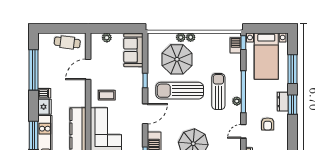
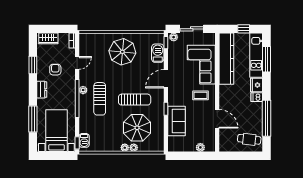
cafe table: (67, 42) -> (249, 139), moved
sofa: (133, 50) -> (176, 121), moved
door: (88, 69) -> (217, 119), hinge flipped
sun lounger: (180, 91) -> (135, 100), width x0.73, depth x0.75
window: (292, 105) -> (33, 65), moved

